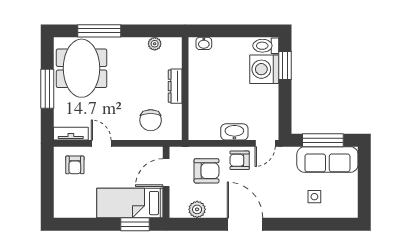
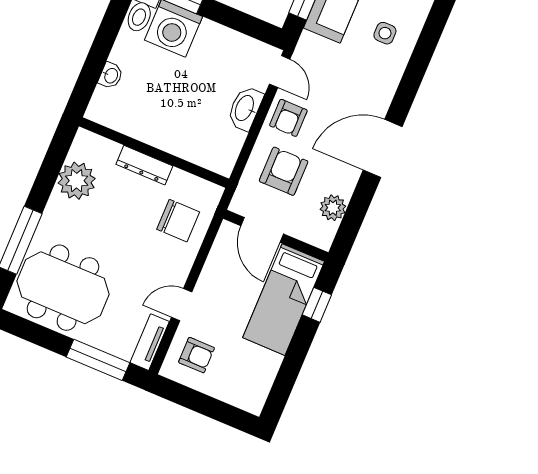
washbasin: (204, 43) -> (111, 76), moved
plant: (155, 44) -> (77, 181), width x1.87, depth x1.87
window: (47, 89) -> (98, 360), moved
window: (135, 224) -> (317, 305), width x0.67

